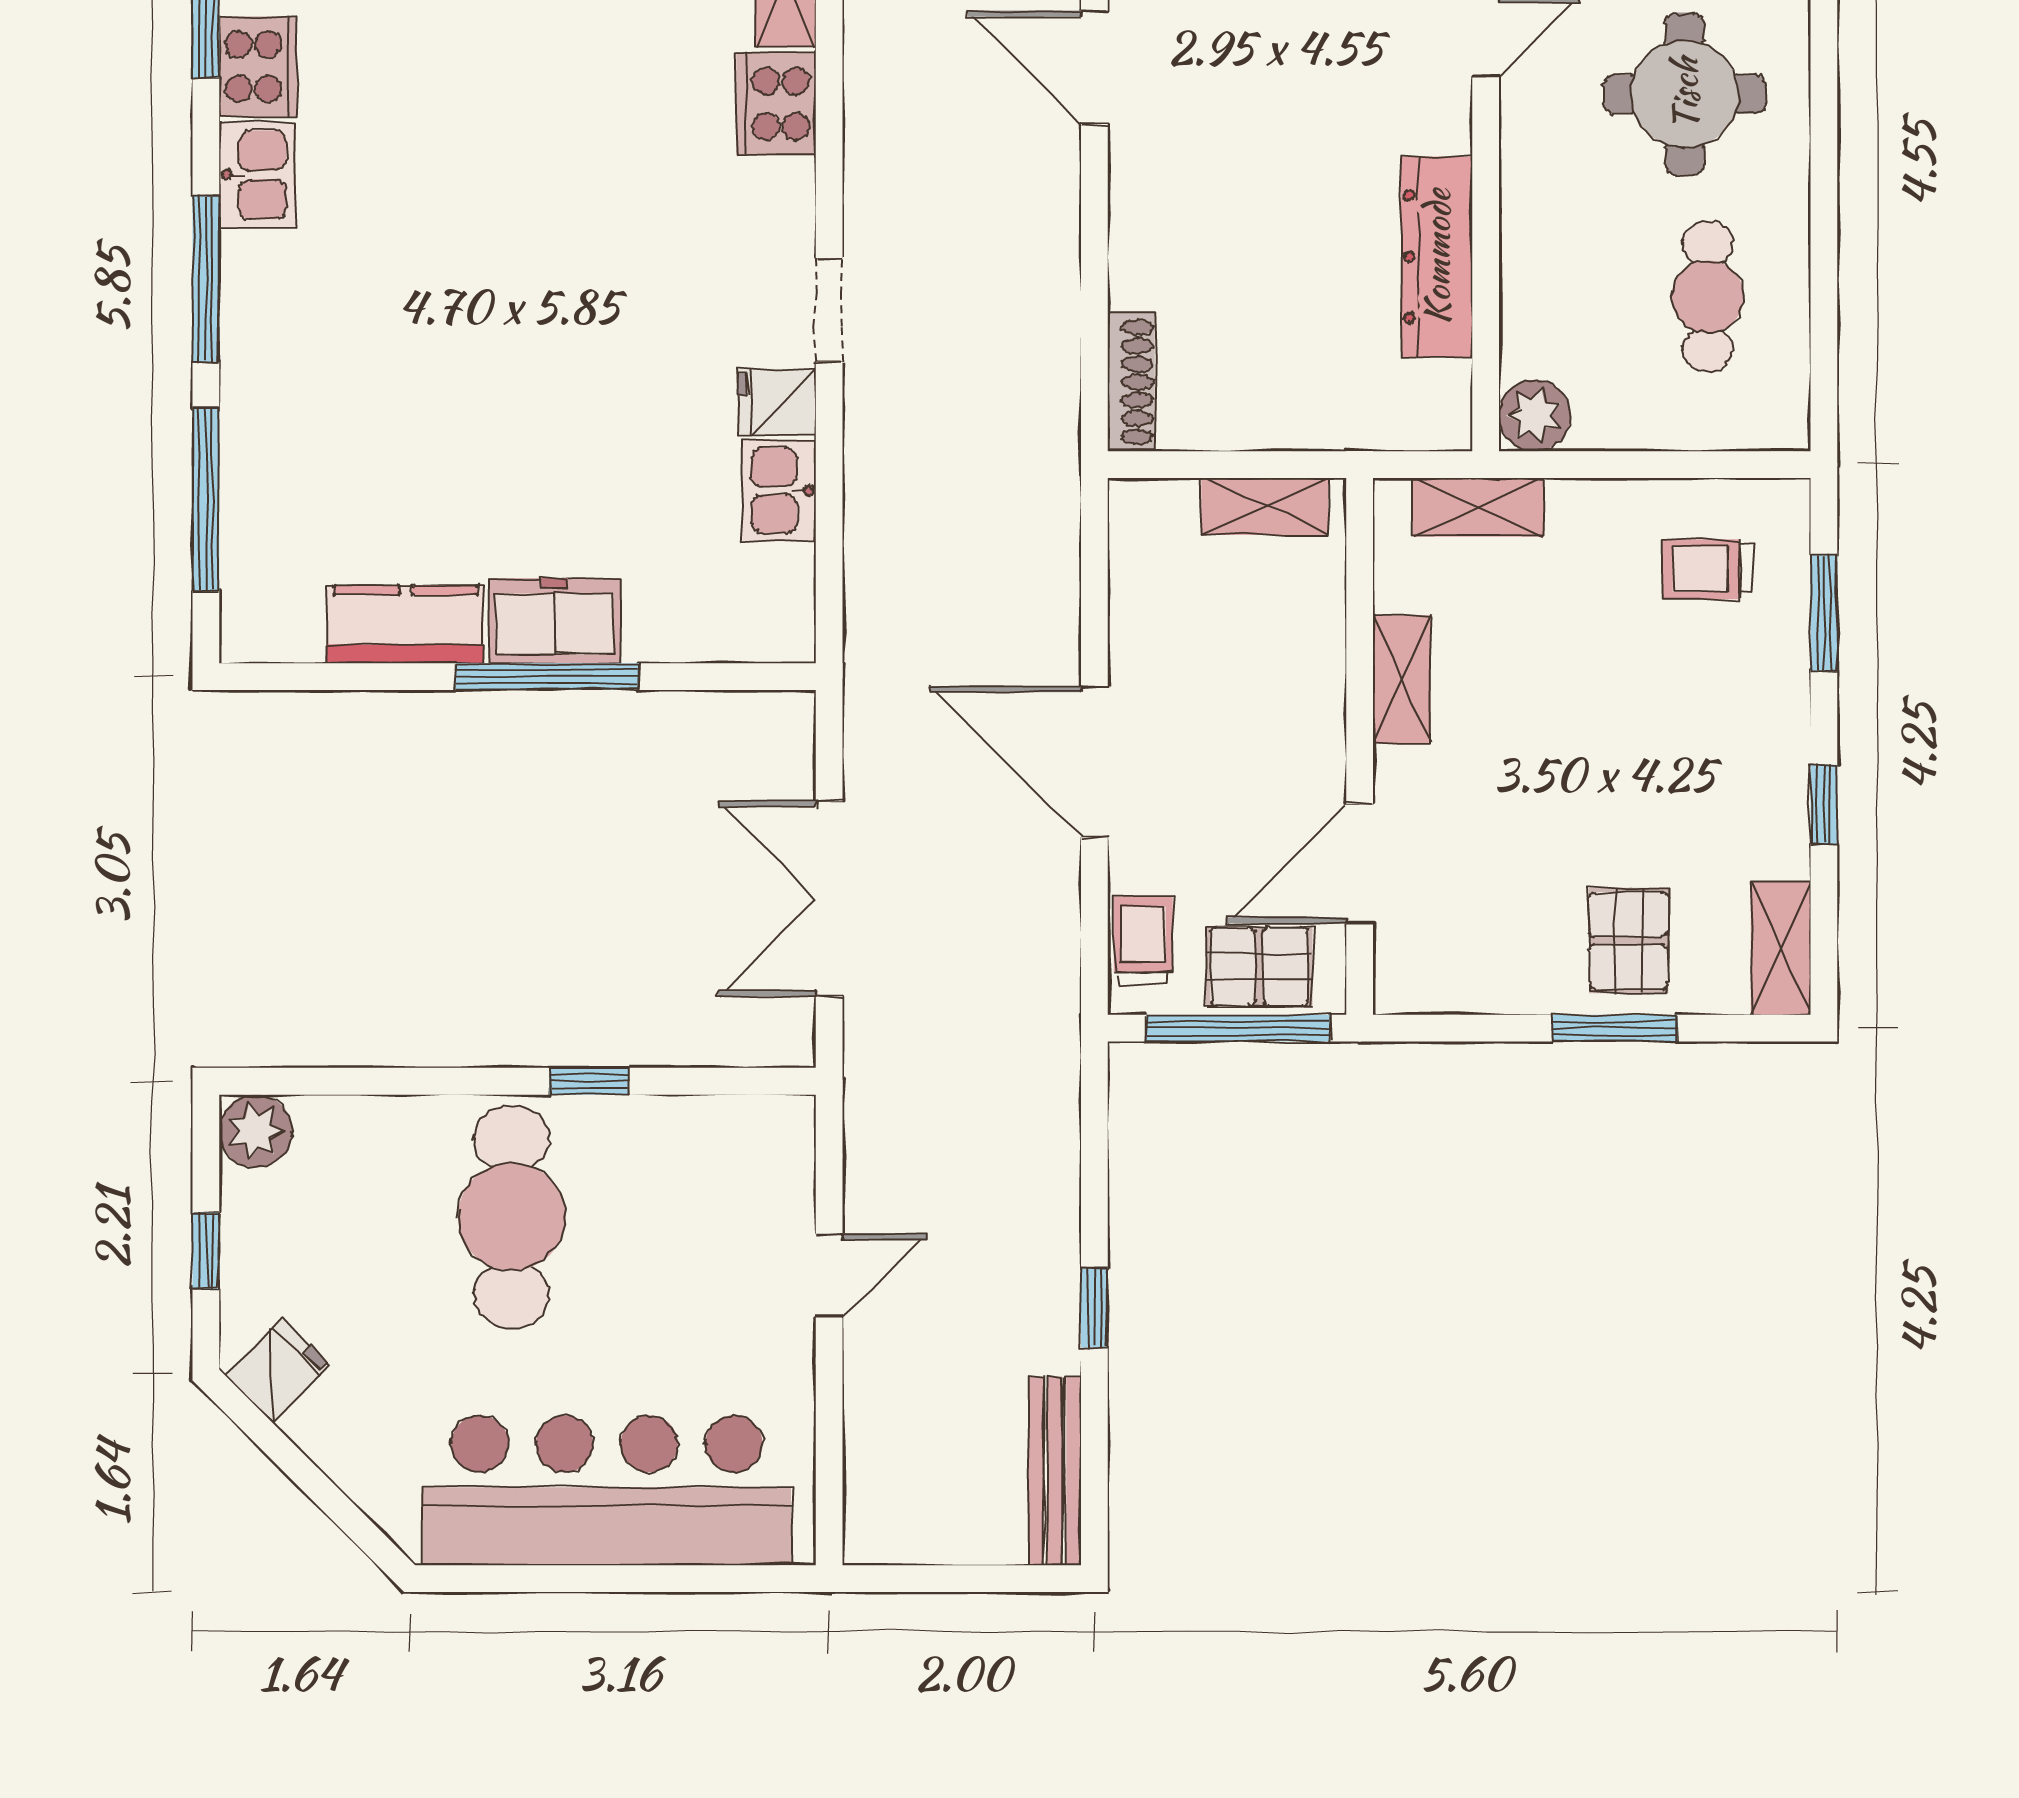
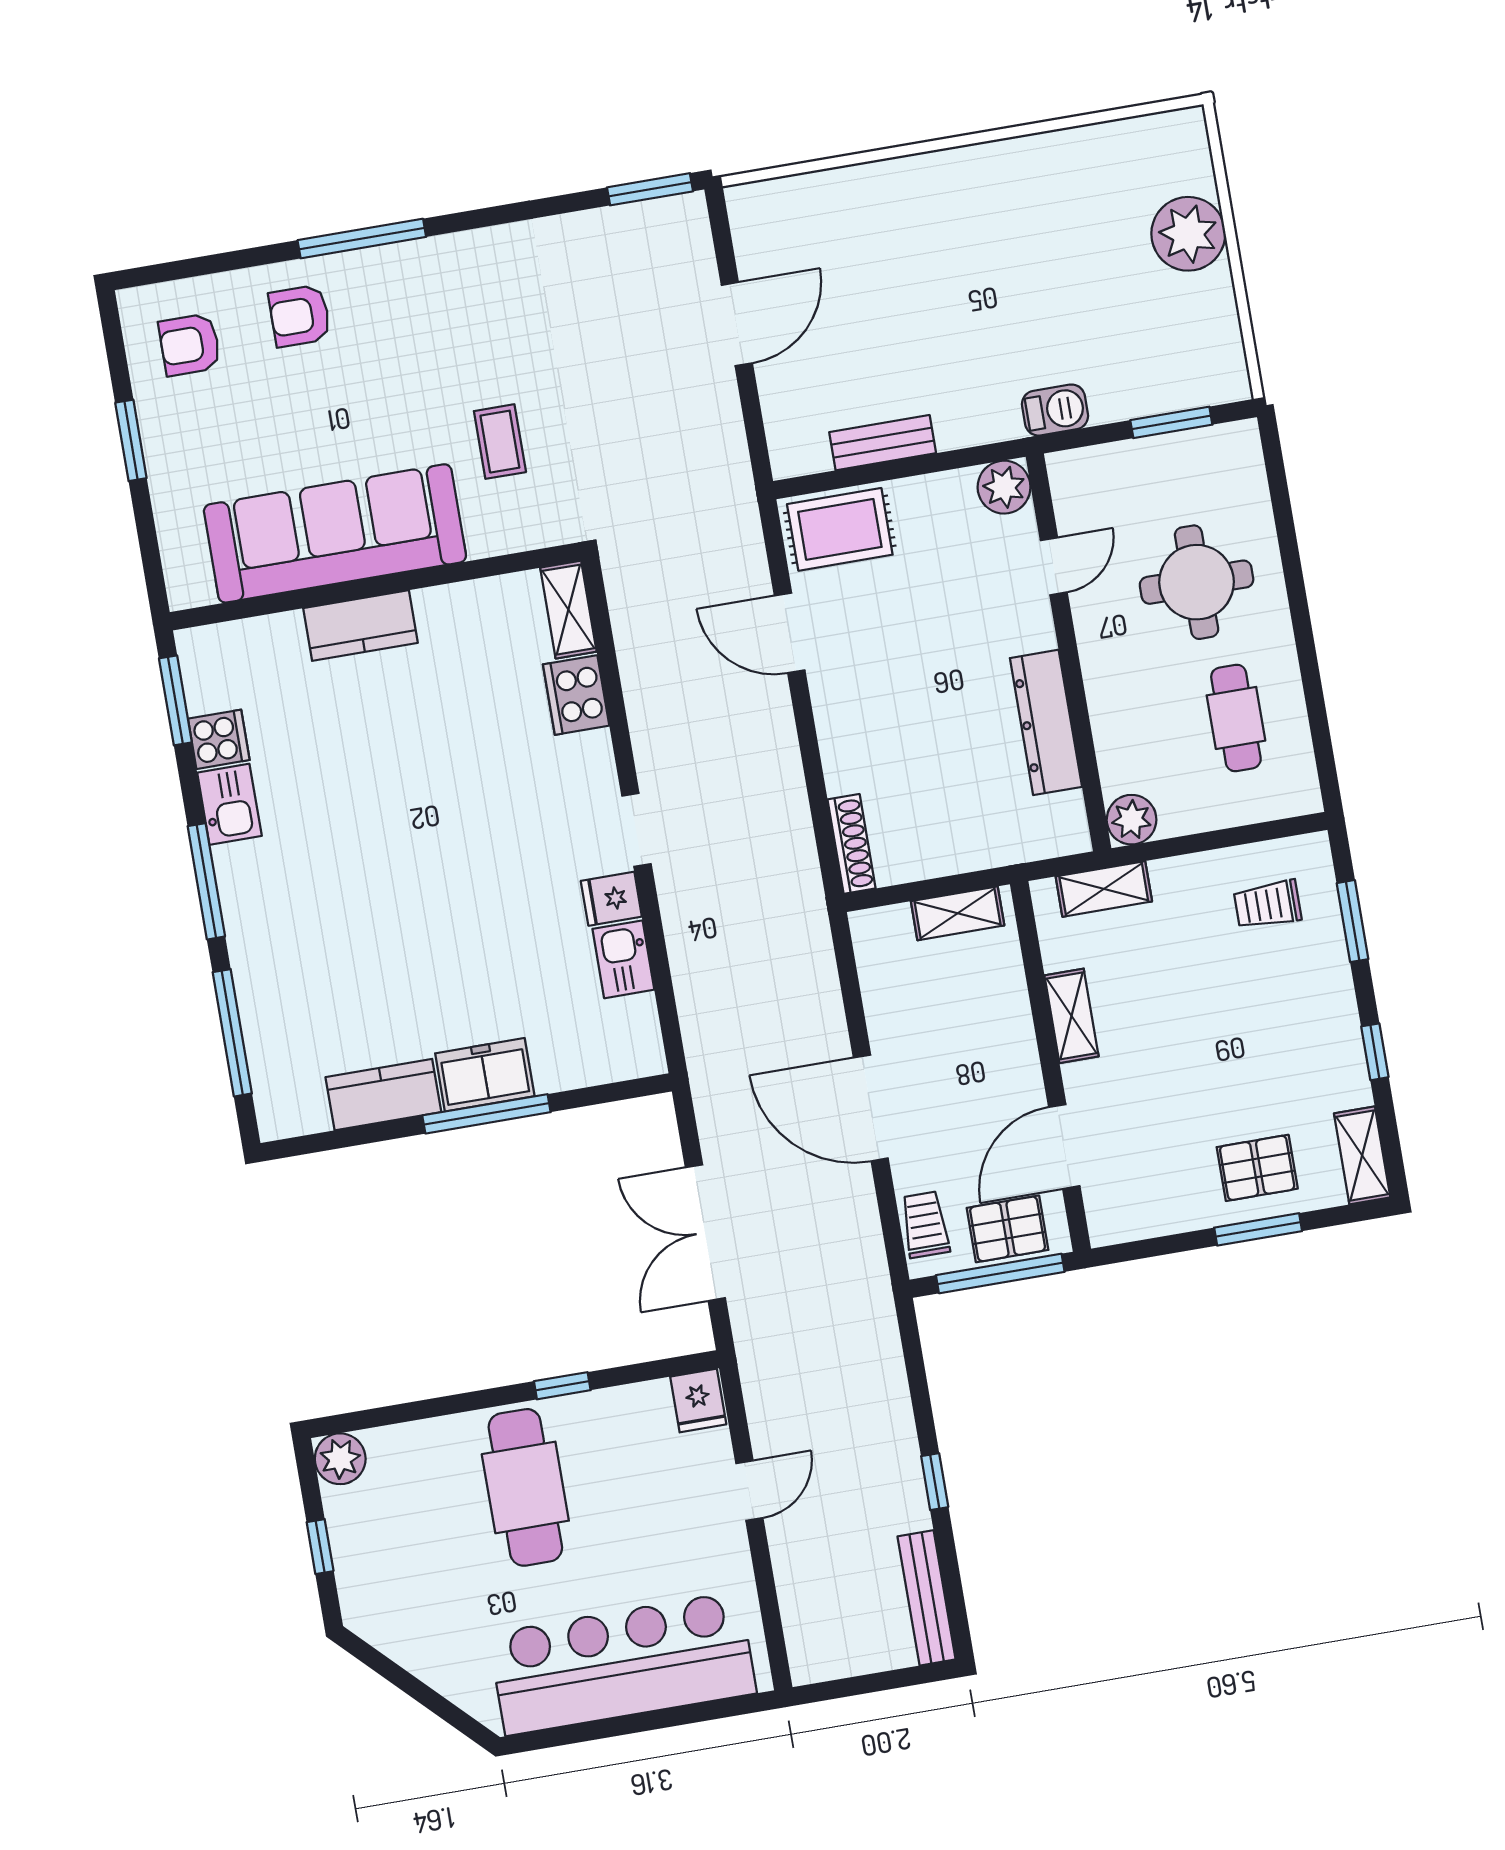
cooker: (258, 67) -> (219, 739), width x0.73
pallet: (1629, 941) -> (1257, 1168), turned 90
fridge: (278, 1370) -> (698, 1401), moved, turned 135

